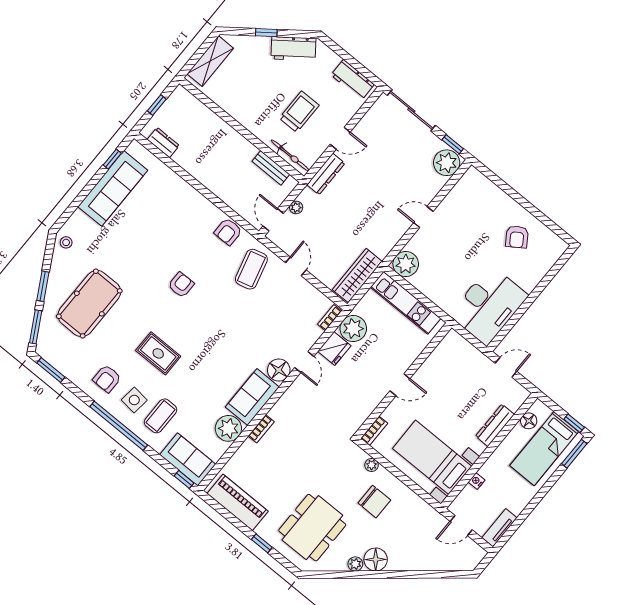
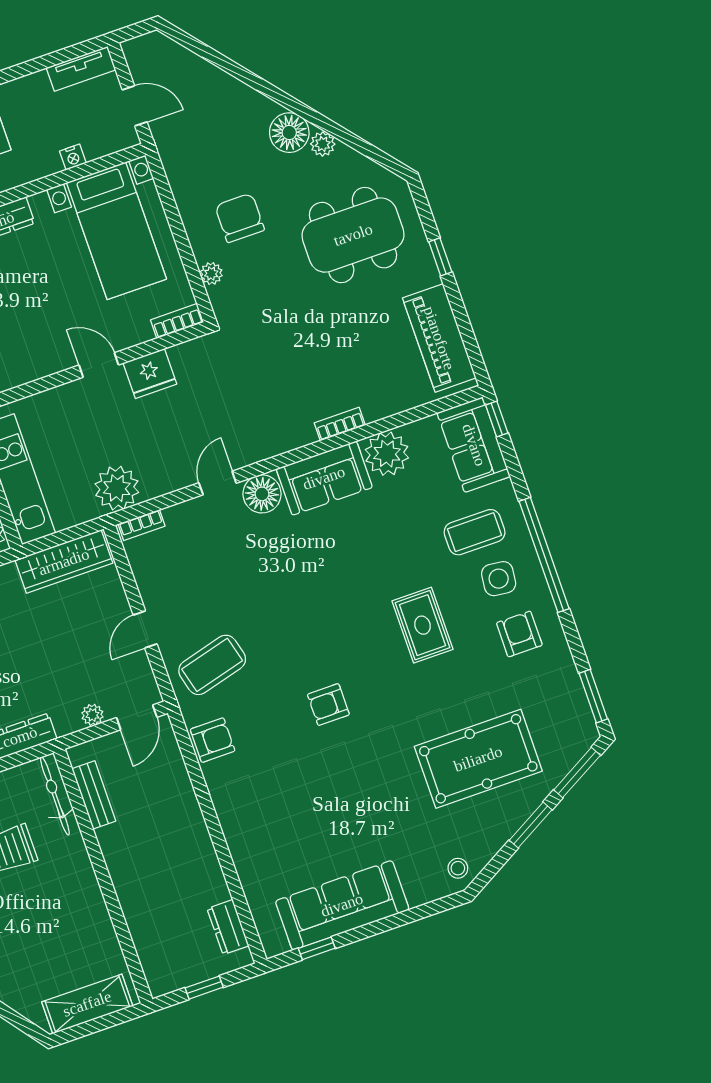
fridge: (334, 348) -> (150, 374), moved, turned 180
armchair: (107, 379) -> (519, 634), turned -90

